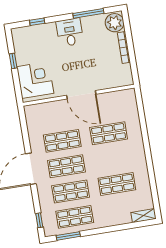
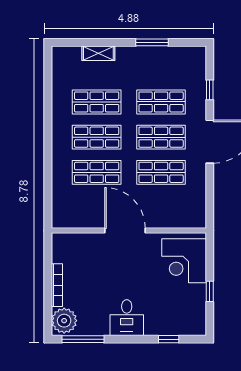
window: (88, 13) -> (83, 339), moved
shelving: (143, 216) -> (98, 53), moved
shop shelf: (75, 217) -> (97, 137), moved
window: (39, 220) -> (210, 90), moved
window: (68, 236) -> (152, 42), moved

